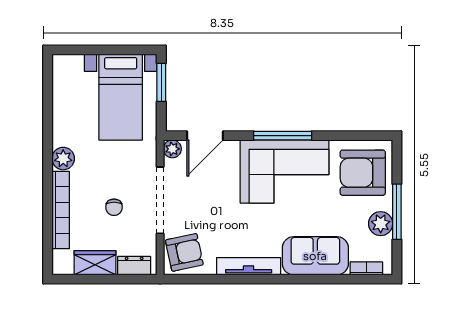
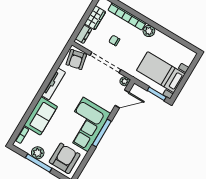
door: (205, 136) -> (122, 99), swing flipped

